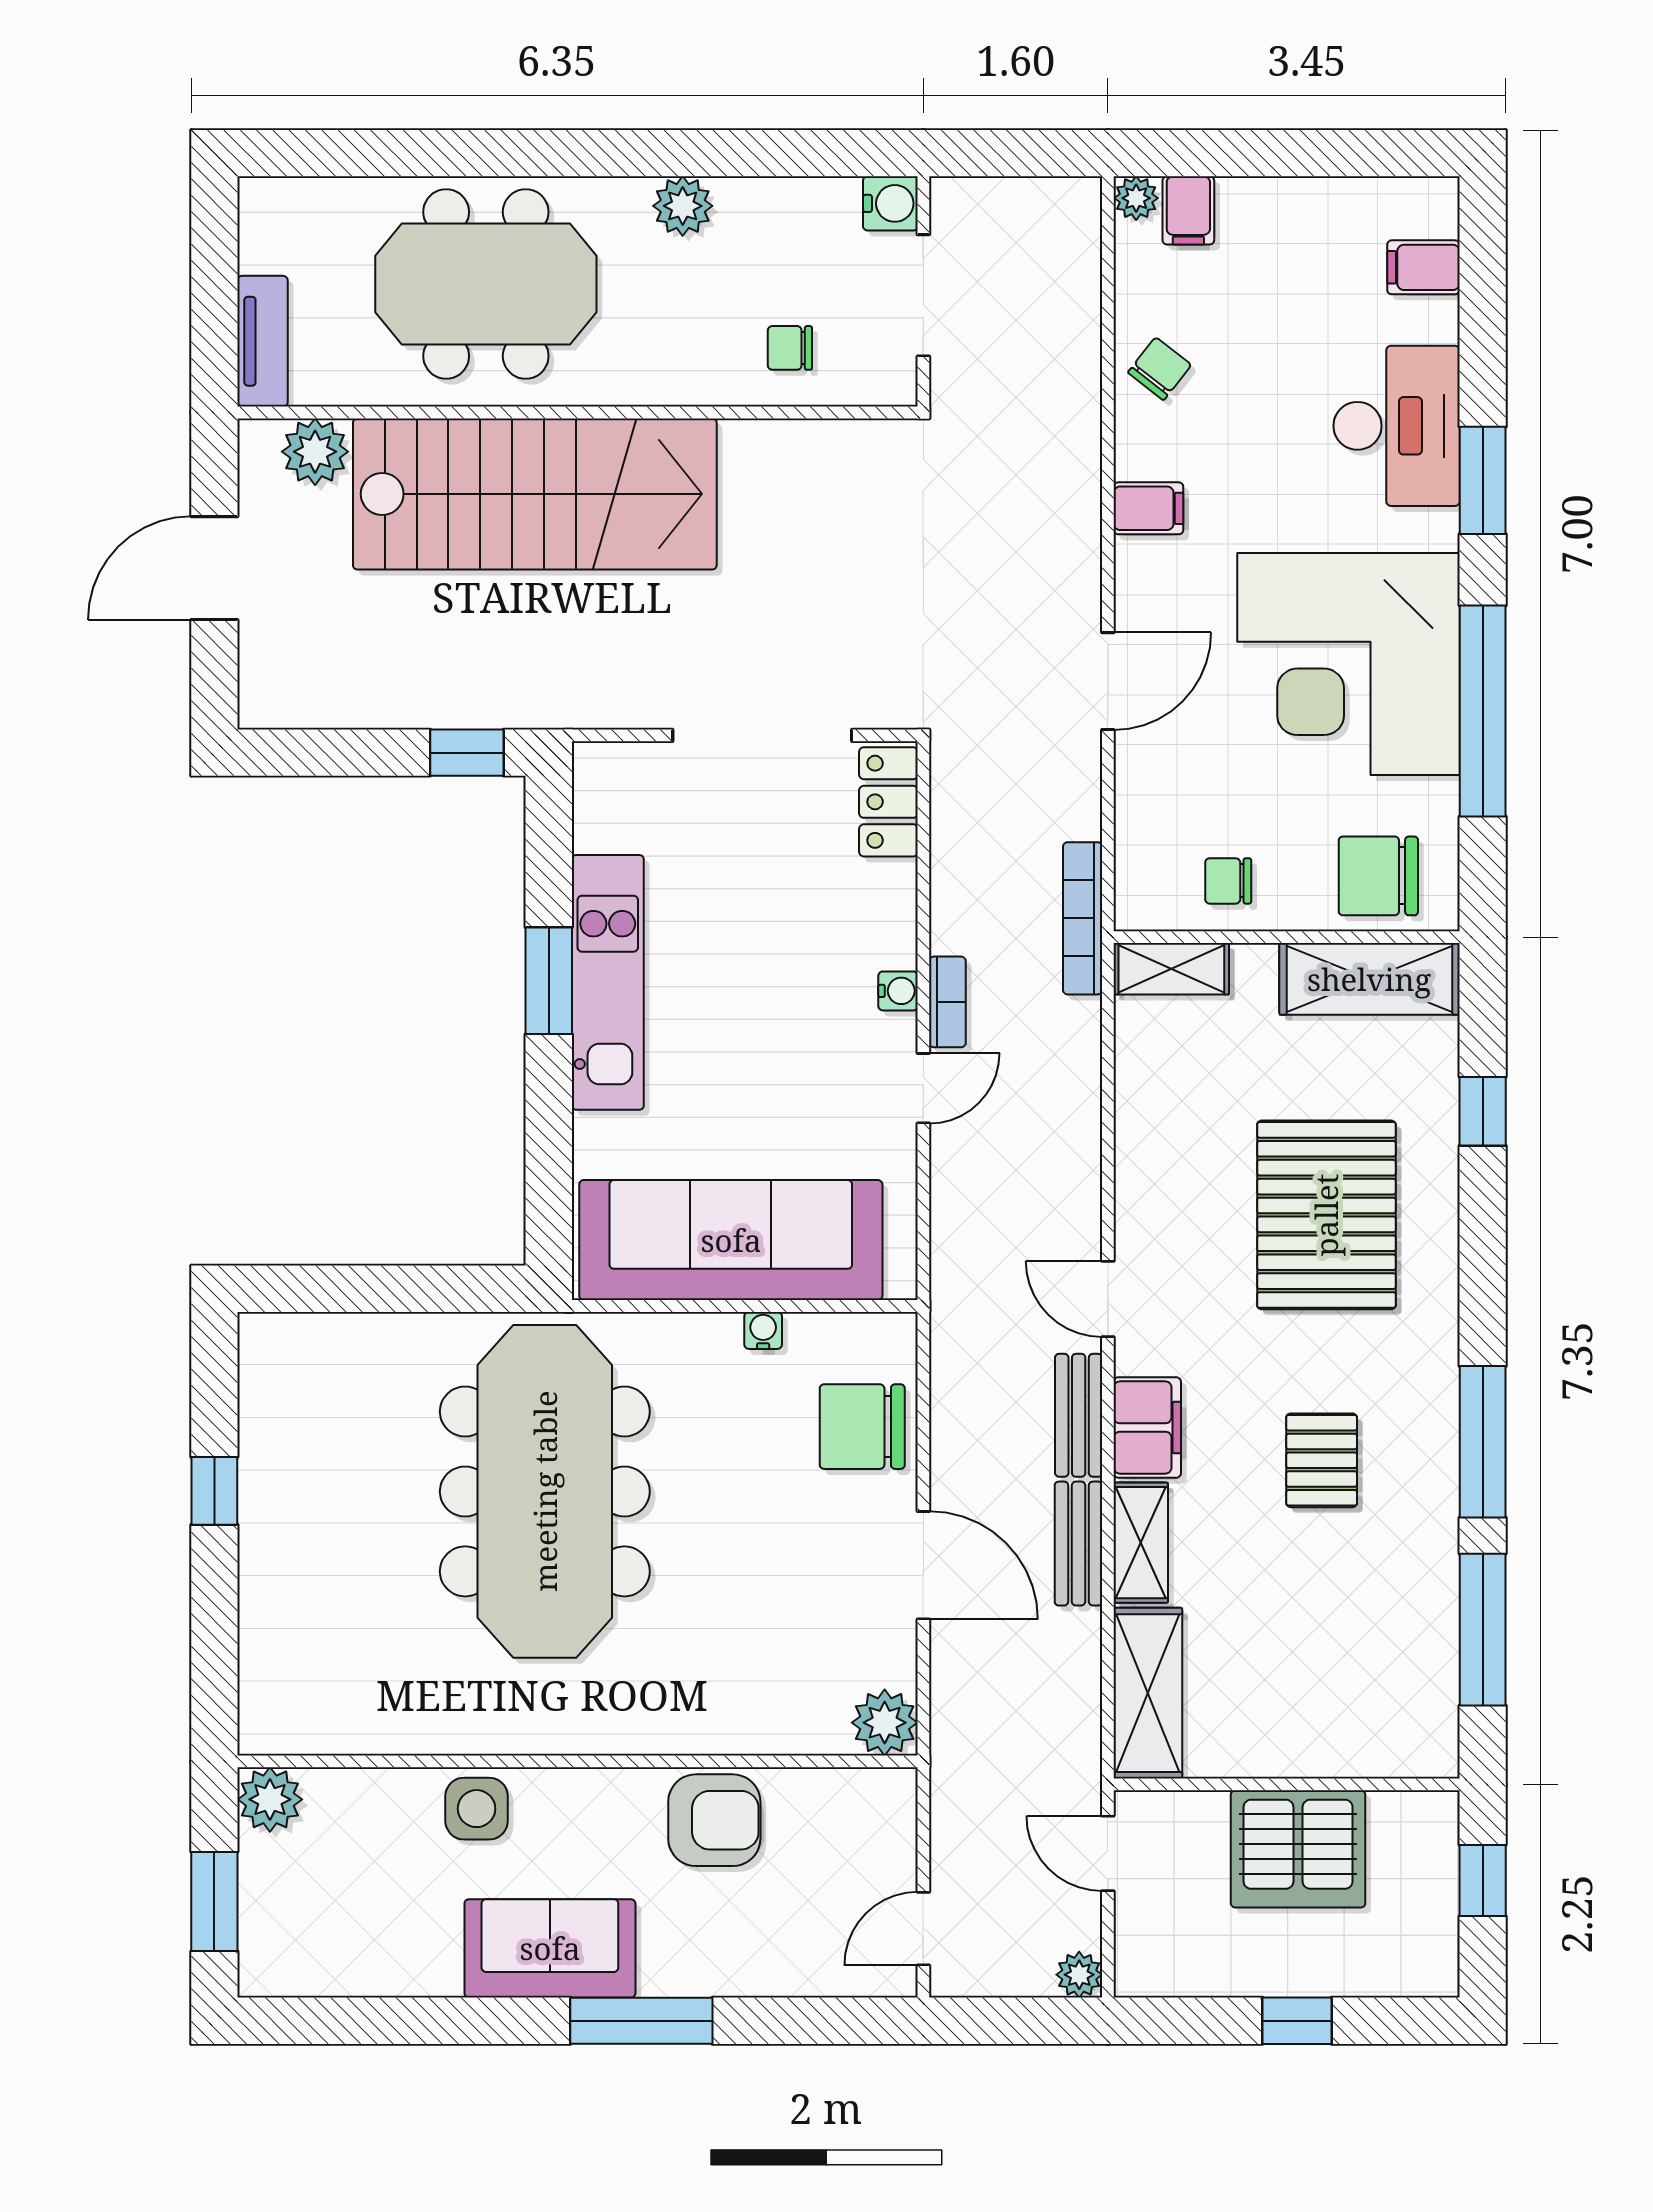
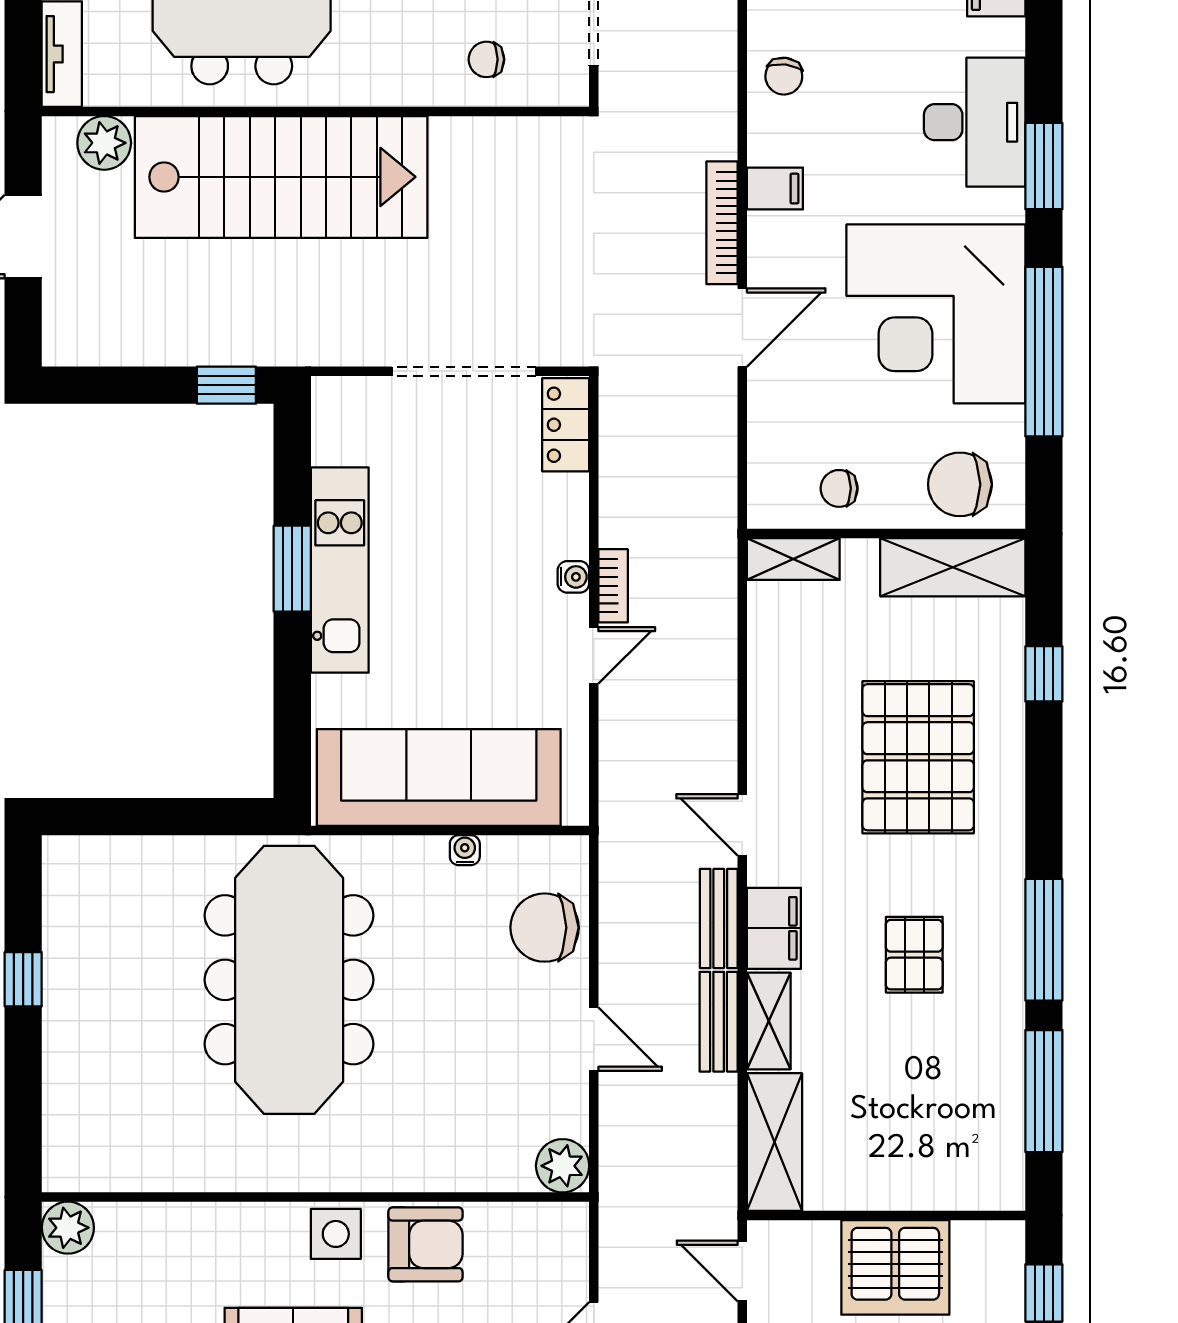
chair: (1160, 369) -> (784, 76), turned 149
bookcase: (1083, 918) -> (722, 223), moved
door: (923, 1565) -> (594, 1039), width x0.73
side table: (477, 1809) -> (336, 1234), moved

